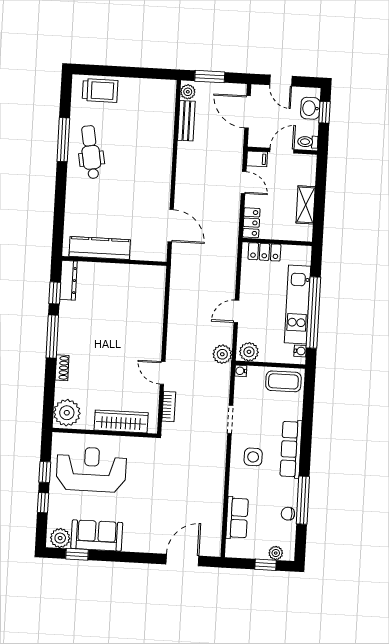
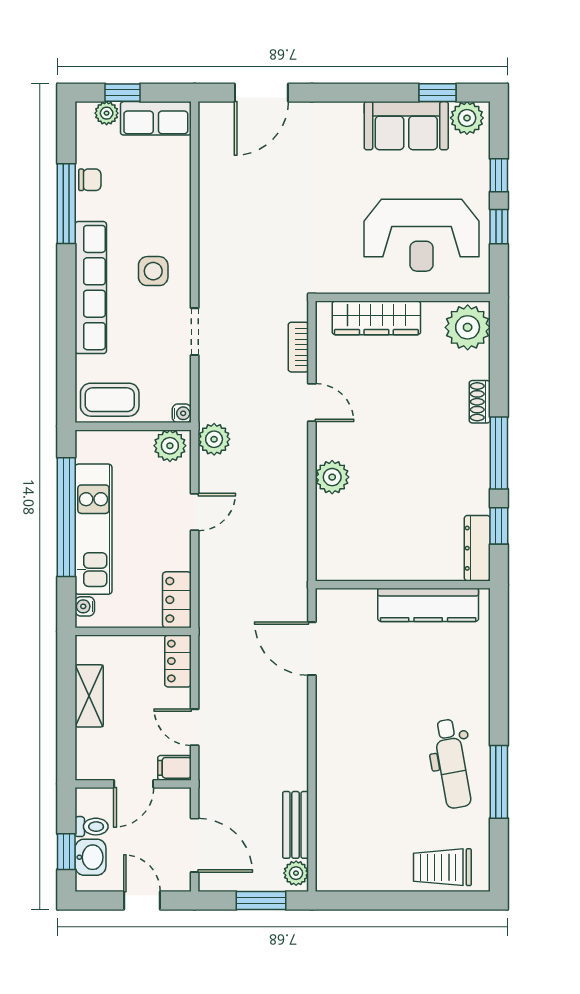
toilet: (308, 142) -> (91, 827), moved
locker: (264, 252) -> (177, 600), moved, turned -90
plant: (153, 328) -> (332, 477), added
water cooler: (300, 351) -> (85, 606), moved
row of seats: (291, 449) -> (91, 288), width x1.36
row of seats: (237, 518) -> (156, 118), moved, turned -90

